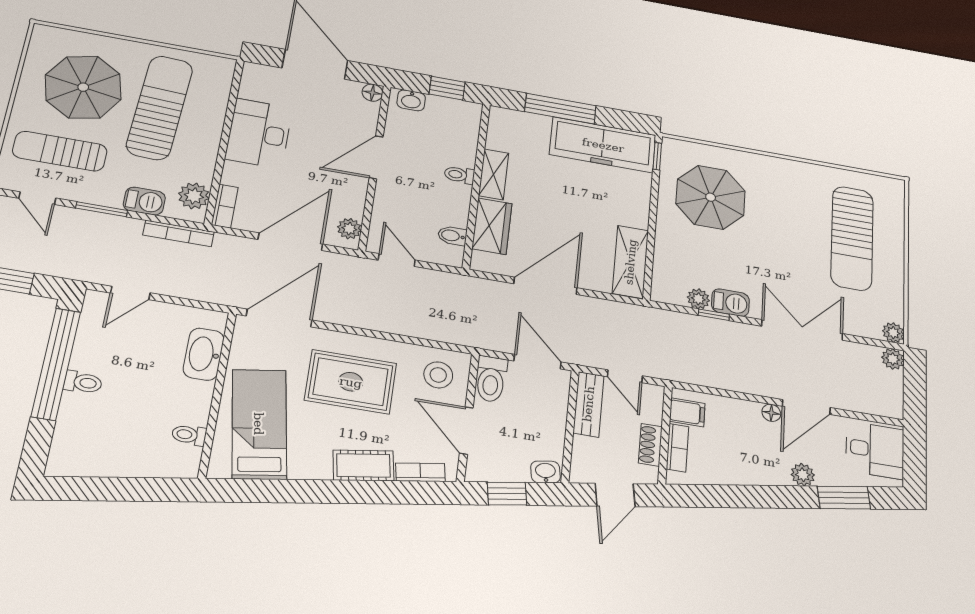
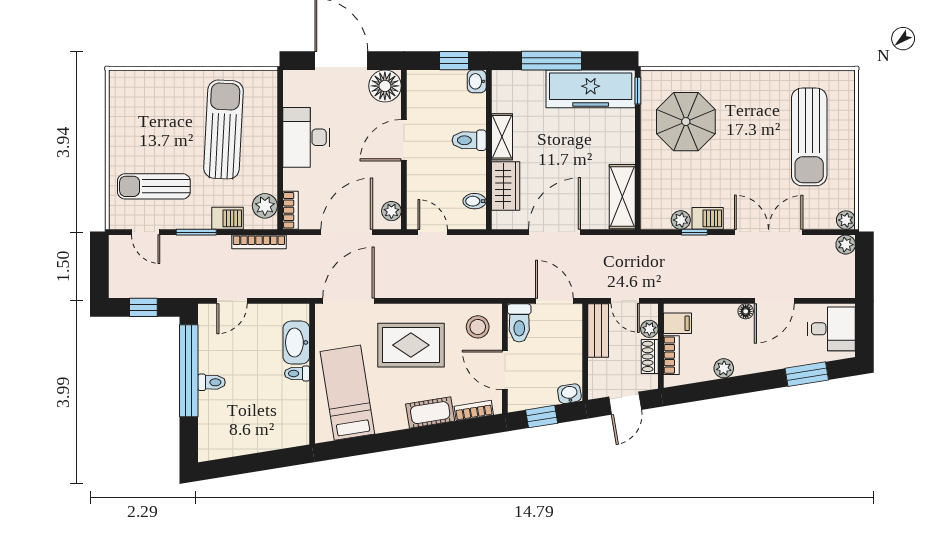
parasol: (83, 87) -> (160, 123), removed
floor lamp: (372, 93) -> (385, 86), width x1.89, depth x1.89
washbasin: (411, 100) -> (477, 81), moved, turned 90
toilet: (459, 175) -> (469, 140), width x1.37, depth x1.39
plant: (652, 413) -> (649, 329), added
toilet: (189, 435) -> (297, 373), moved
plant: (803, 475) -> (724, 368), moved

